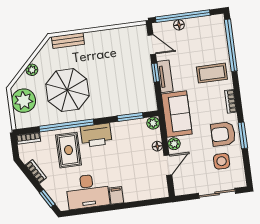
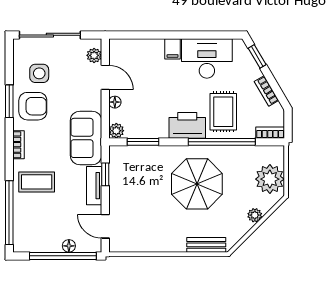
window: (155, 73) -> (105, 174), moved
parasol: (67, 90) -> (197, 184), moved
plant: (174, 144) -> (94, 55), moved
door: (168, 165) -> (105, 77), swing flipped
sliding door: (217, 193) -> (50, 35), width x1.37

